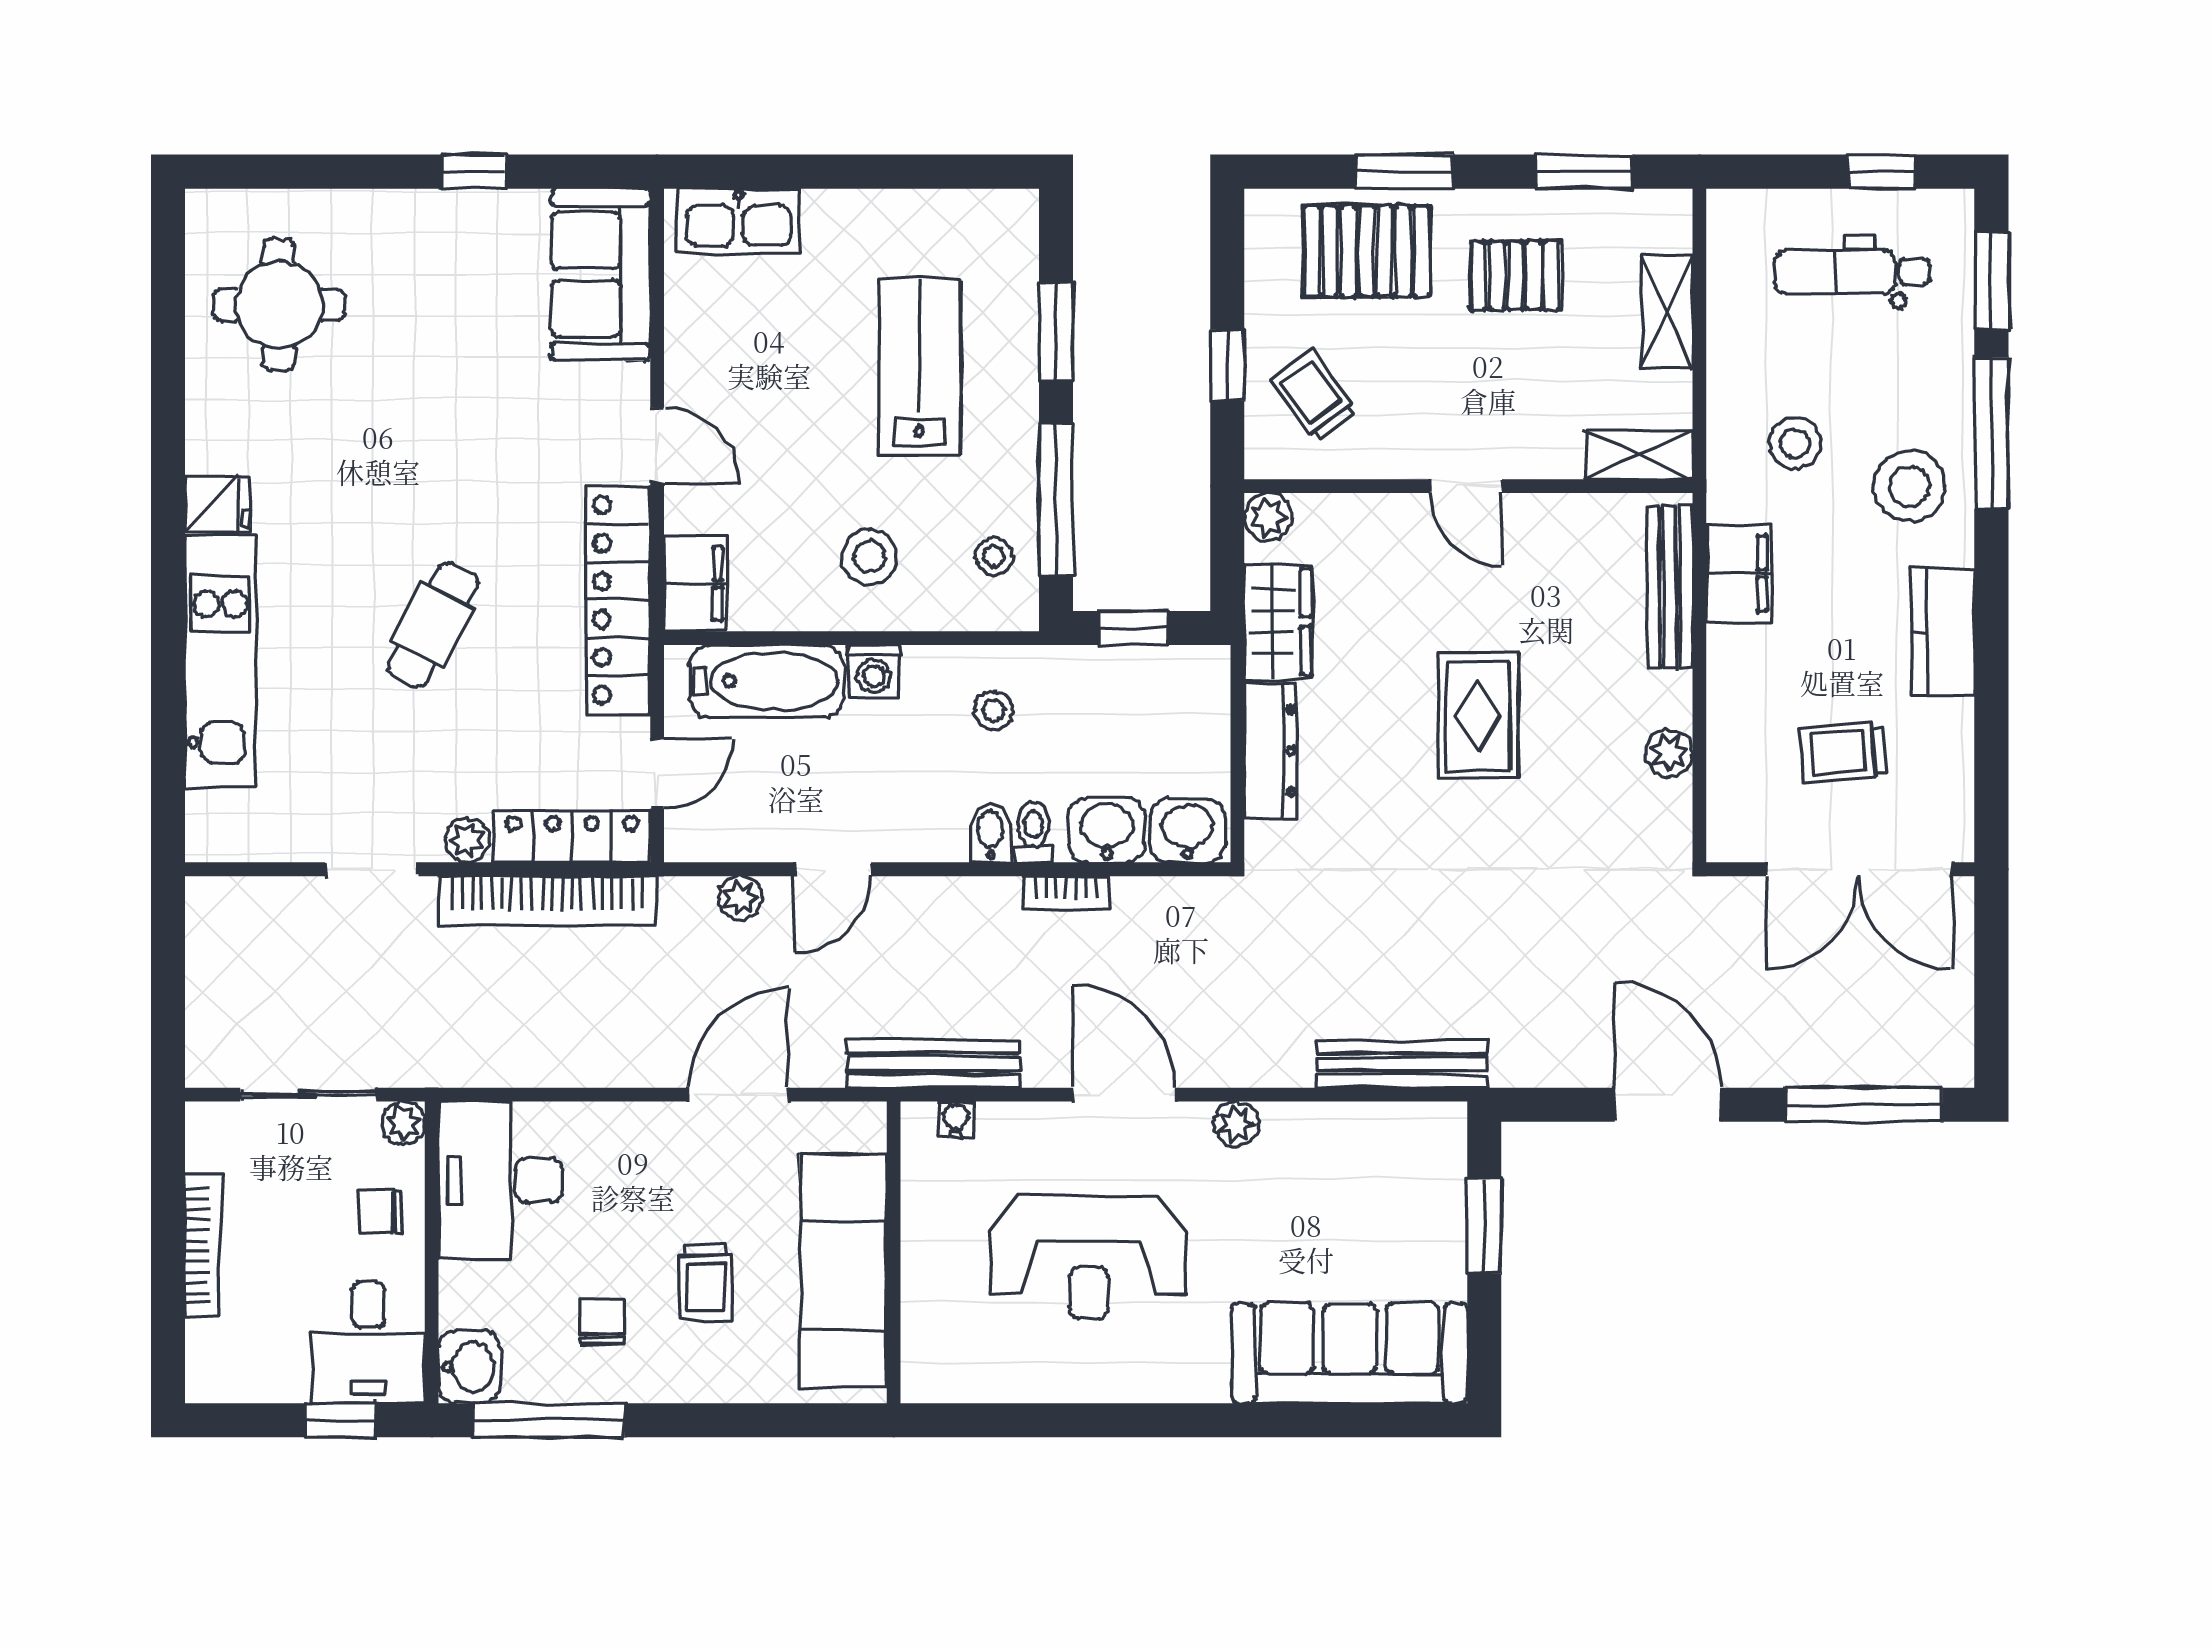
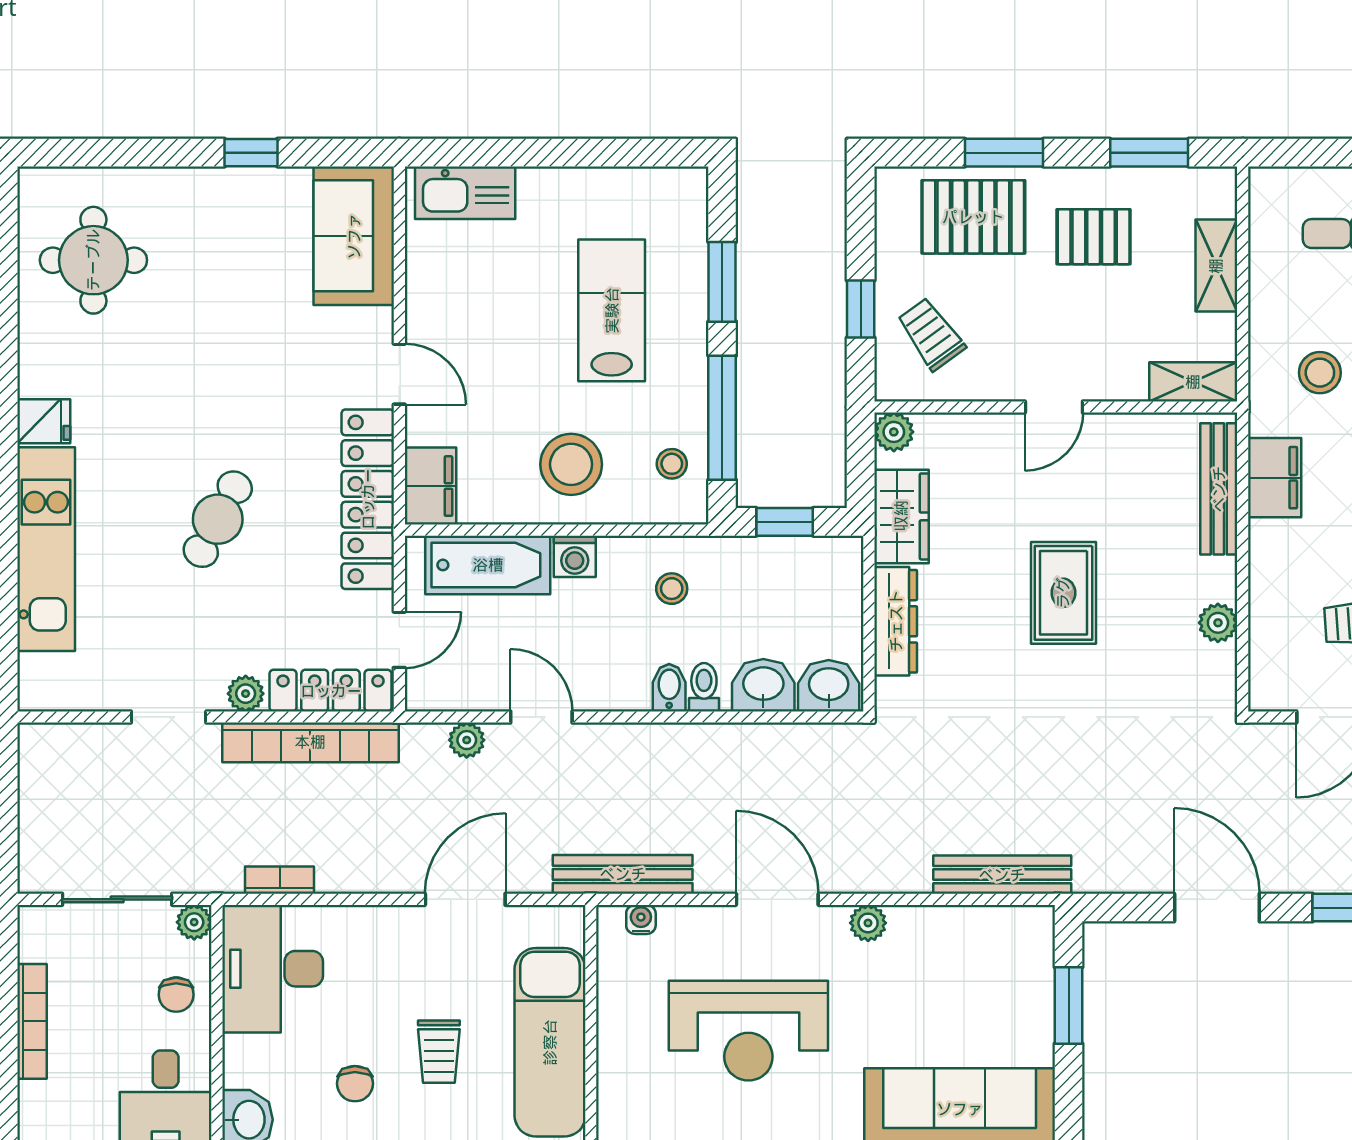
door: (1466, 486) -> (1054, 407), hinge flipped
stool: (869, 557) -> (571, 464), width x1.38, depth x1.38
door: (833, 869) -> (541, 717), swing flipped
bookcase: (1066, 893) -> (280, 880), moved, turned 180
chair: (381, 1212) -> (176, 995), turned -90
chair: (602, 1322) -> (355, 1084), turned 180

